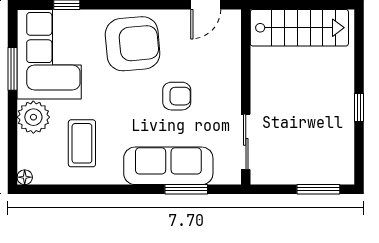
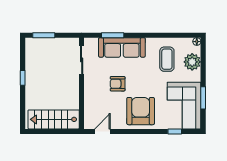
armchair: (133, 44) -> (141, 111), turned 95
plant: (33, 117) -> (192, 62), moved

